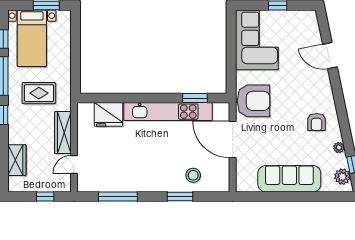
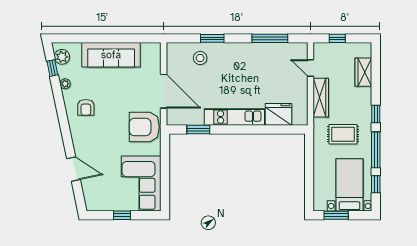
kitchen unit: (168, 112) -> (234, 117), width x0.73
armchair: (317, 122) -> (86, 107), turned 180
door: (74, 165) -> (311, 68), swing flipped

